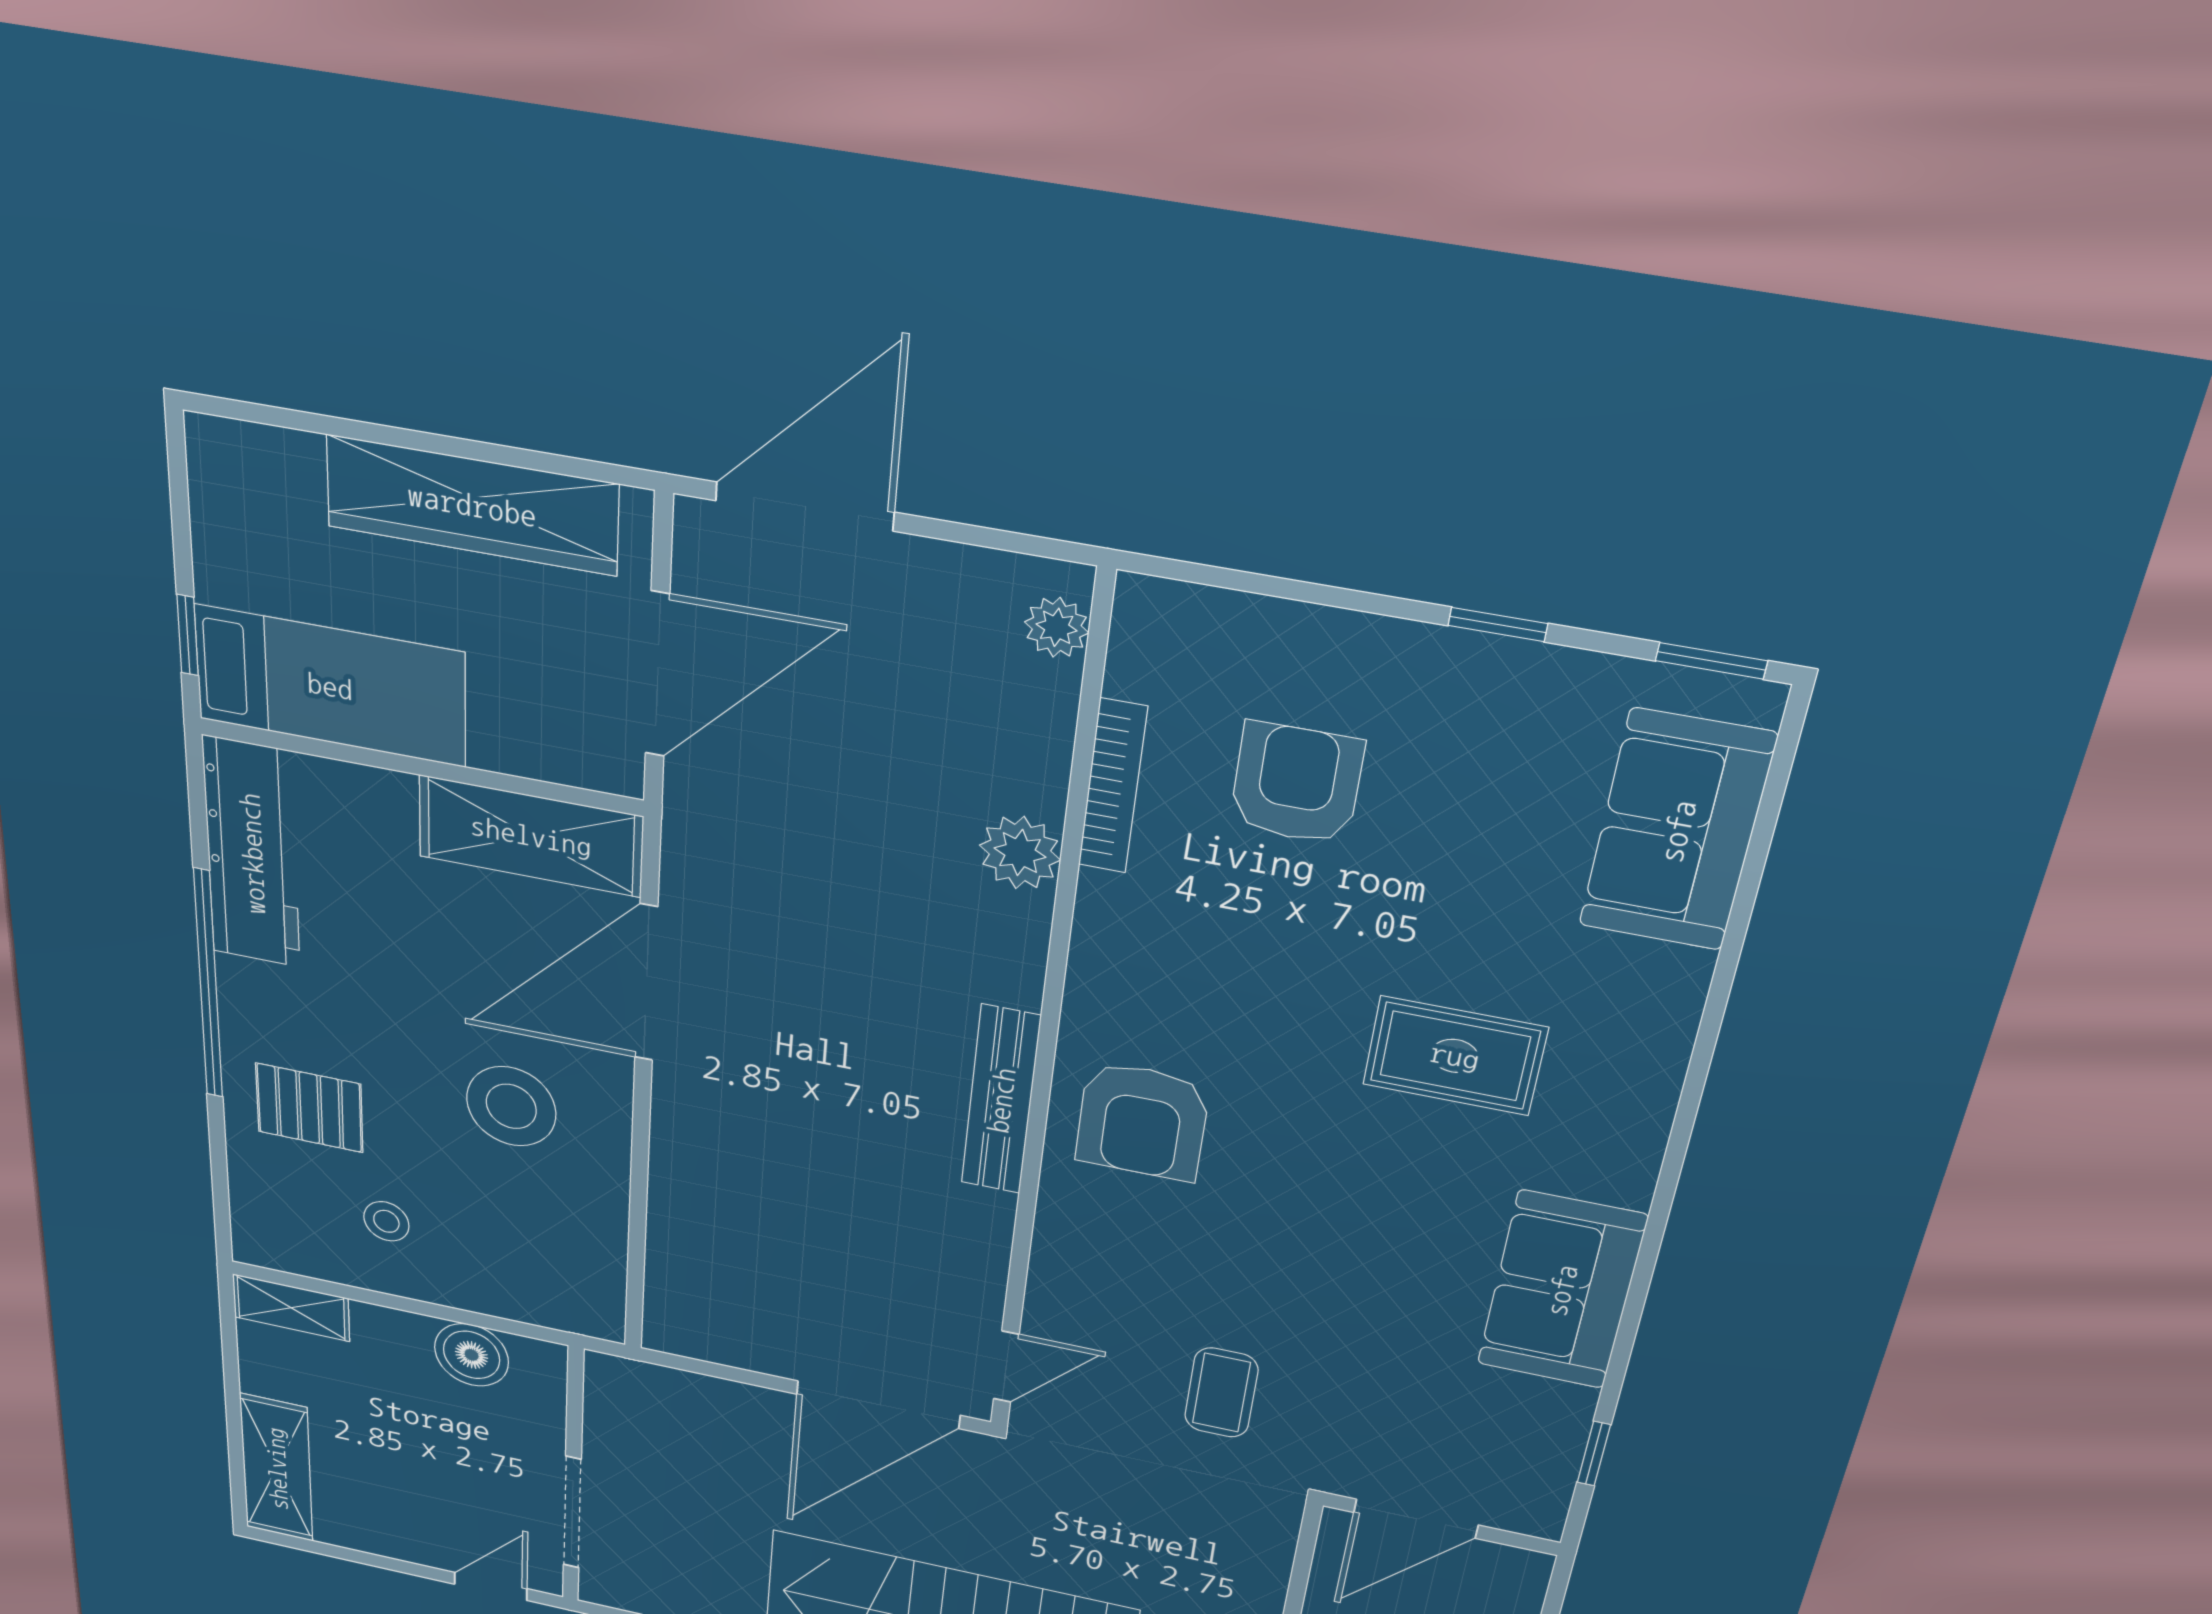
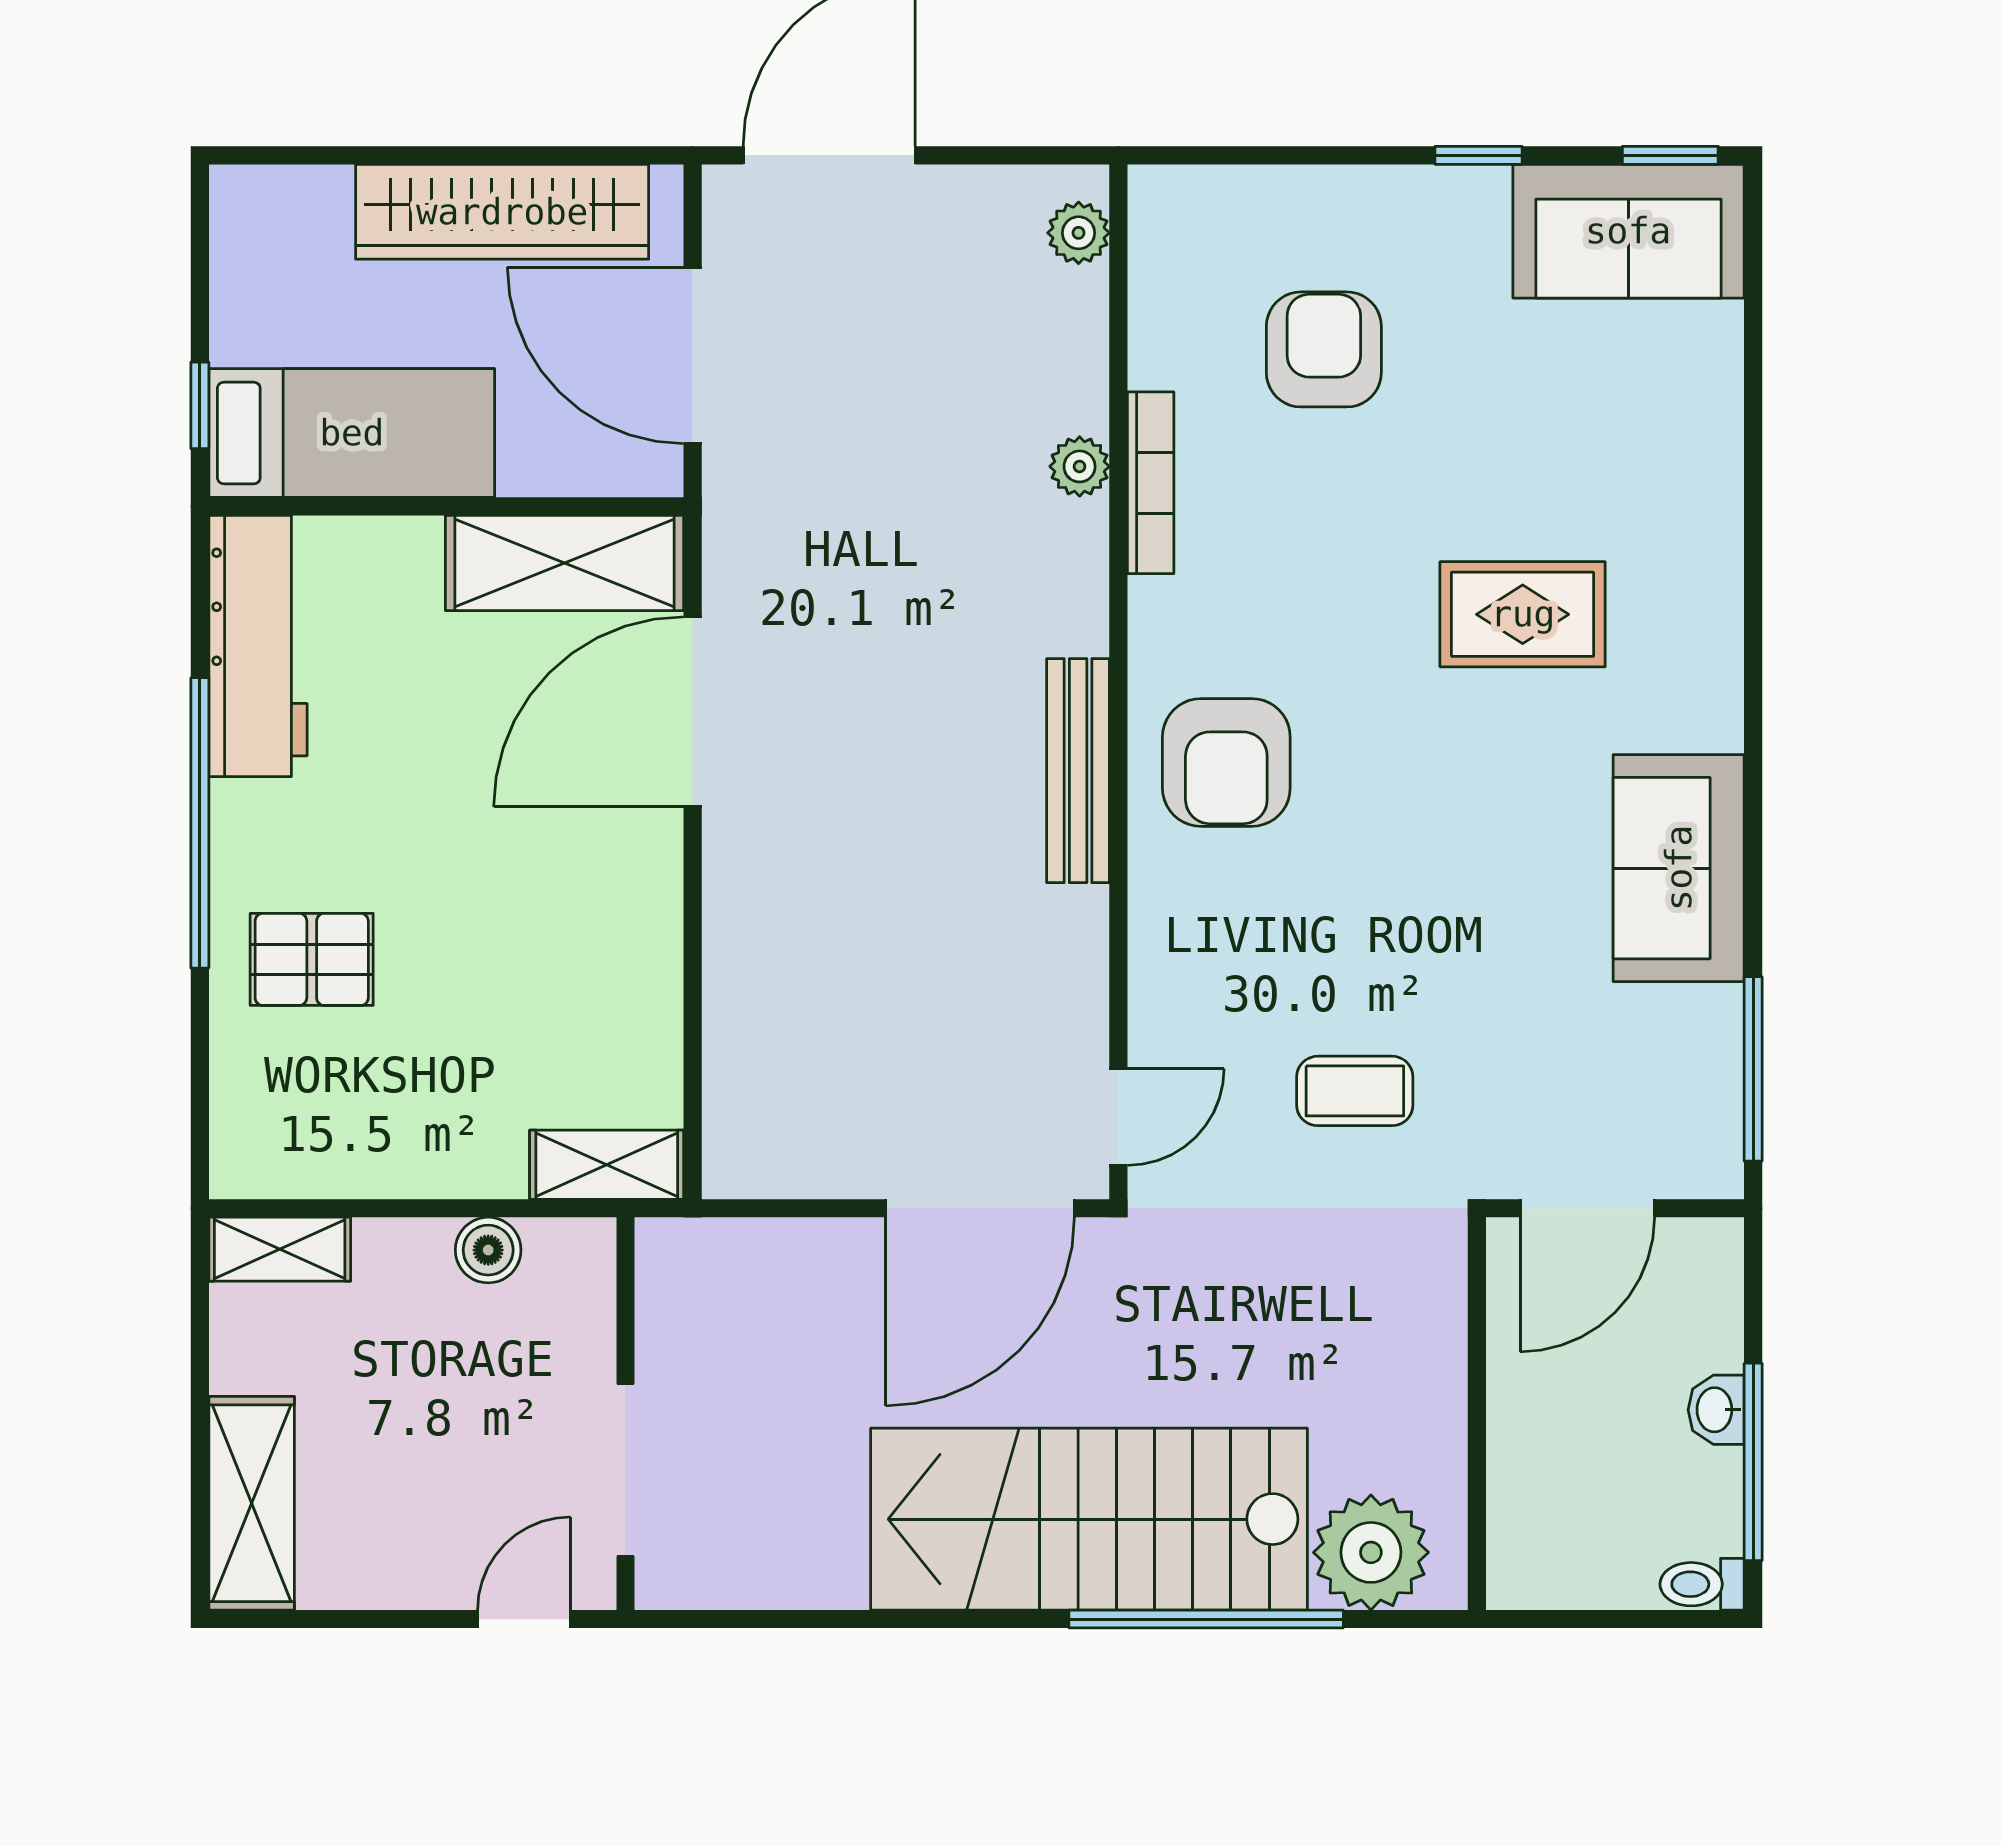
door: (657, 675) -> (693, 355), swing flipped
bookcase: (1113, 786) -> (1151, 483), moved
sofa: (1677, 831) -> (1628, 231), moved, turned -90
plant: (1020, 853) -> (1080, 466), width x0.73, depth x0.73
stool: (511, 1106) -> (546, 903), removed
stool: (386, 1221) -> (399, 1094), removed
shelving: (561, 1307) -> (607, 1165), added
boiler: (472, 1355) -> (488, 1250), width x0.73, depth x0.73
coffee table: (1221, 1393) -> (1355, 1091), turned 90
window: (1594, 1454) -> (1753, 1069), width x2.17

